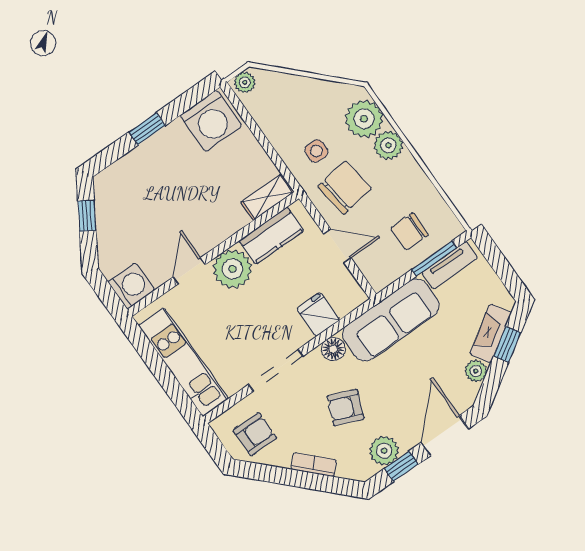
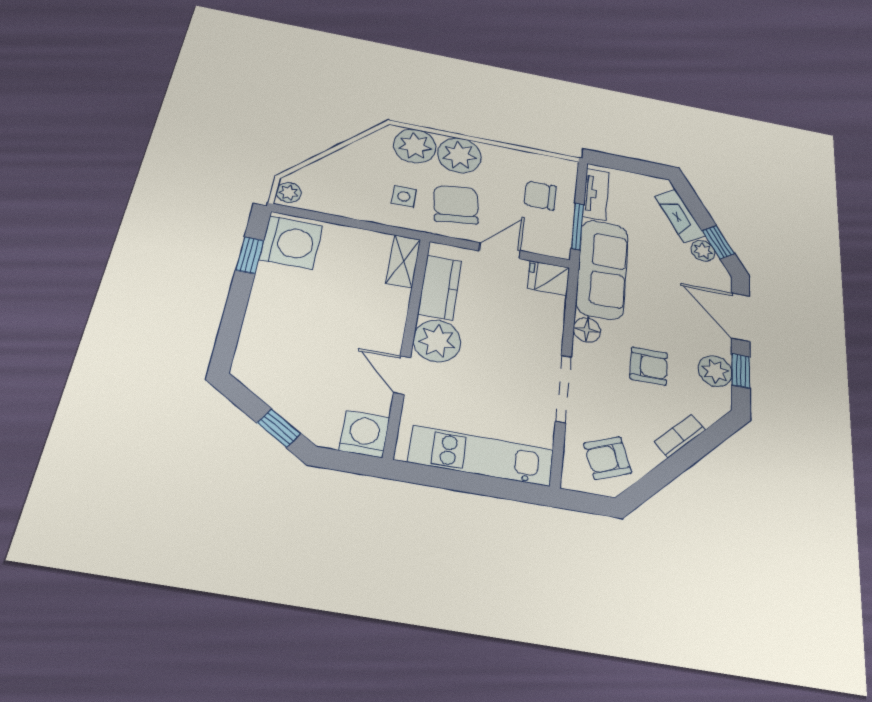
window: (147, 129) -> (250, 255), moved
plant: (388, 145) -> (459, 155), width x1.36, depth x1.36
window: (87, 216) -> (279, 428), moved
chair: (409, 231) -> (540, 195), turned 90
window: (434, 259) -> (577, 226), moved
fridge: (318, 314) -> (549, 278), moved
window: (507, 344) -> (718, 242), moved
armchair: (346, 407) -> (649, 366), turned -112
armchair: (255, 434) -> (608, 458), turned -111

